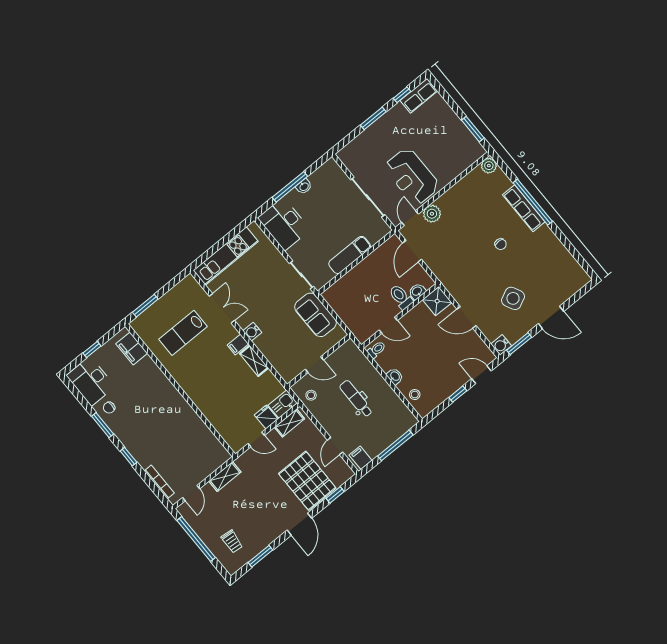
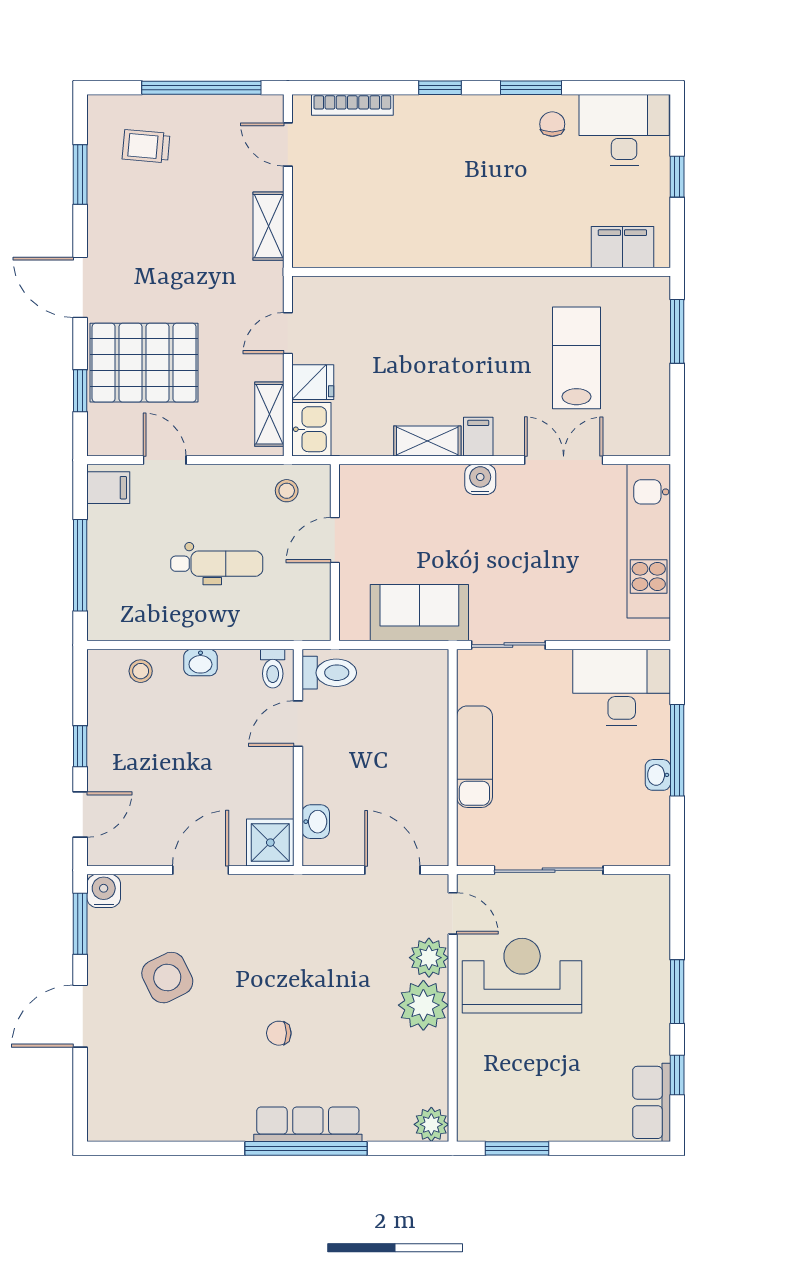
plant: (450, 202) -> (423, 1005), added
toilet: (401, 297) -> (329, 673), moved
double door: (222, 308) -> (564, 460), swing flipped

